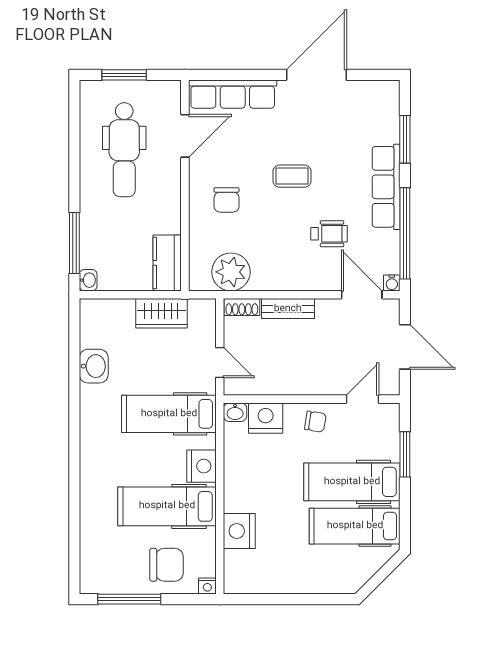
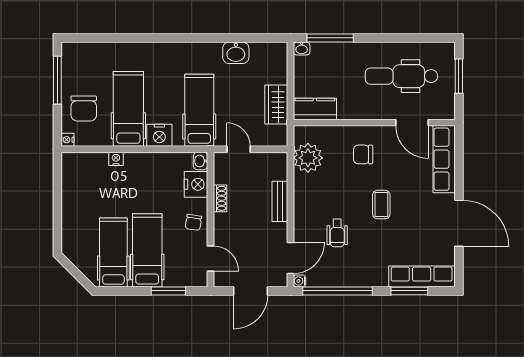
row of seats: (386, 187) -> (422, 277), moved
shoe rack: (242, 307) -> (220, 198), moved, turned 180
door: (220, 362) -> (239, 149), swing flipped
nightstand: (239, 531) -> (116, 159), width x0.53, depth x0.56

